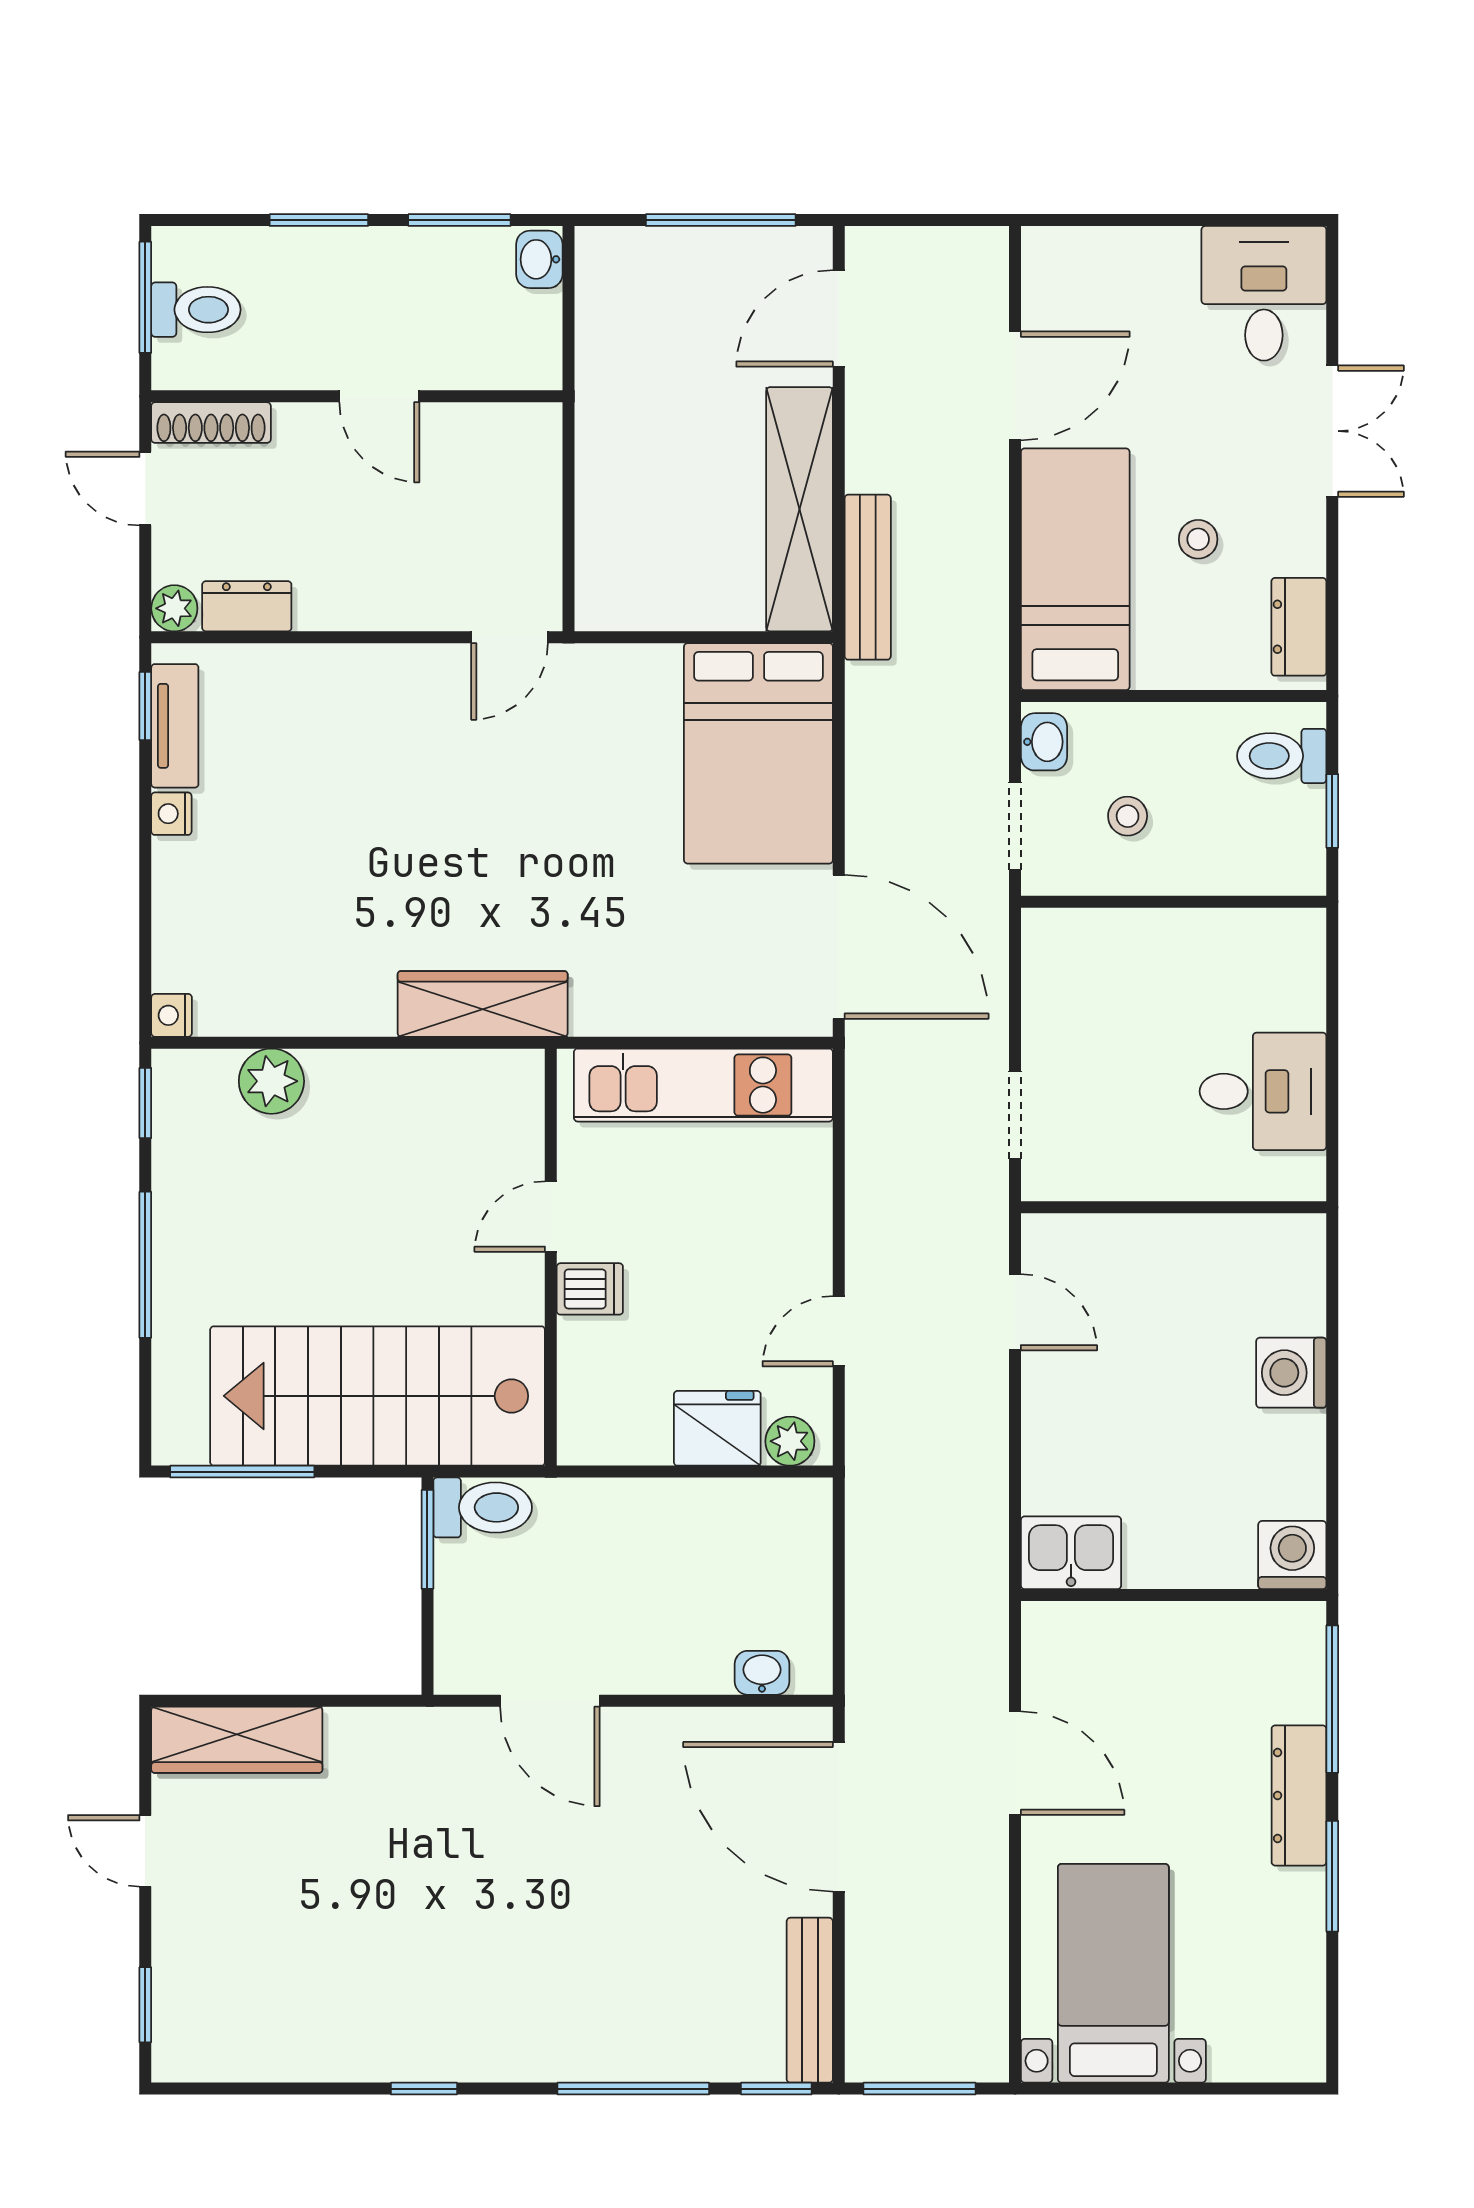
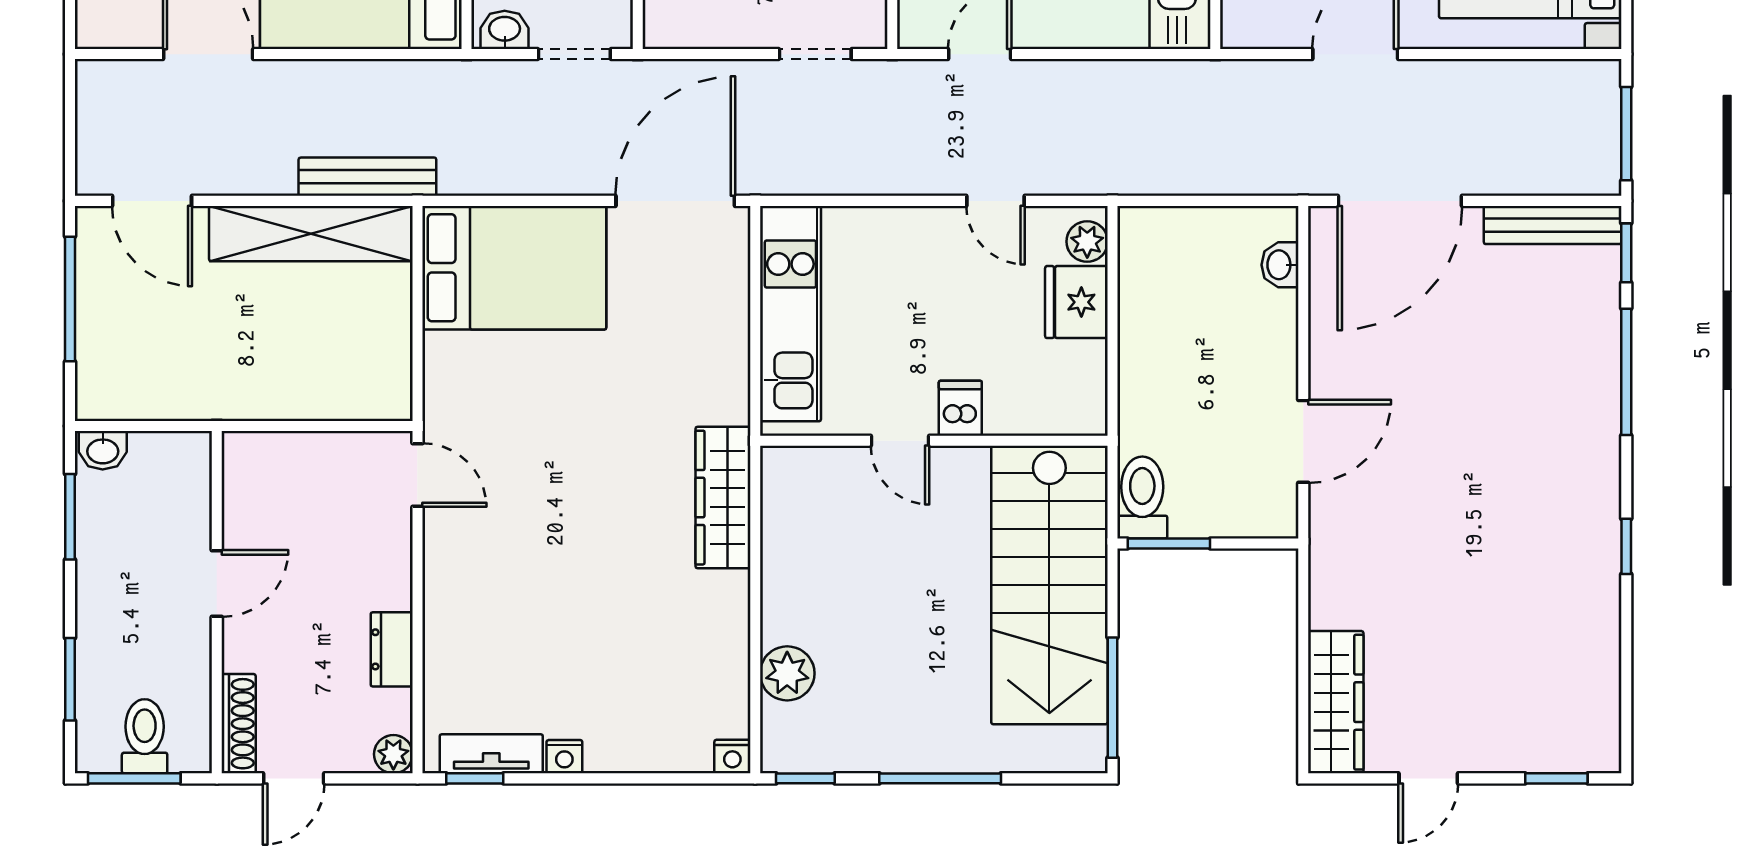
window: (319, 220) -> (70, 679), moved
dresser: (247, 606) -> (392, 649), moved

